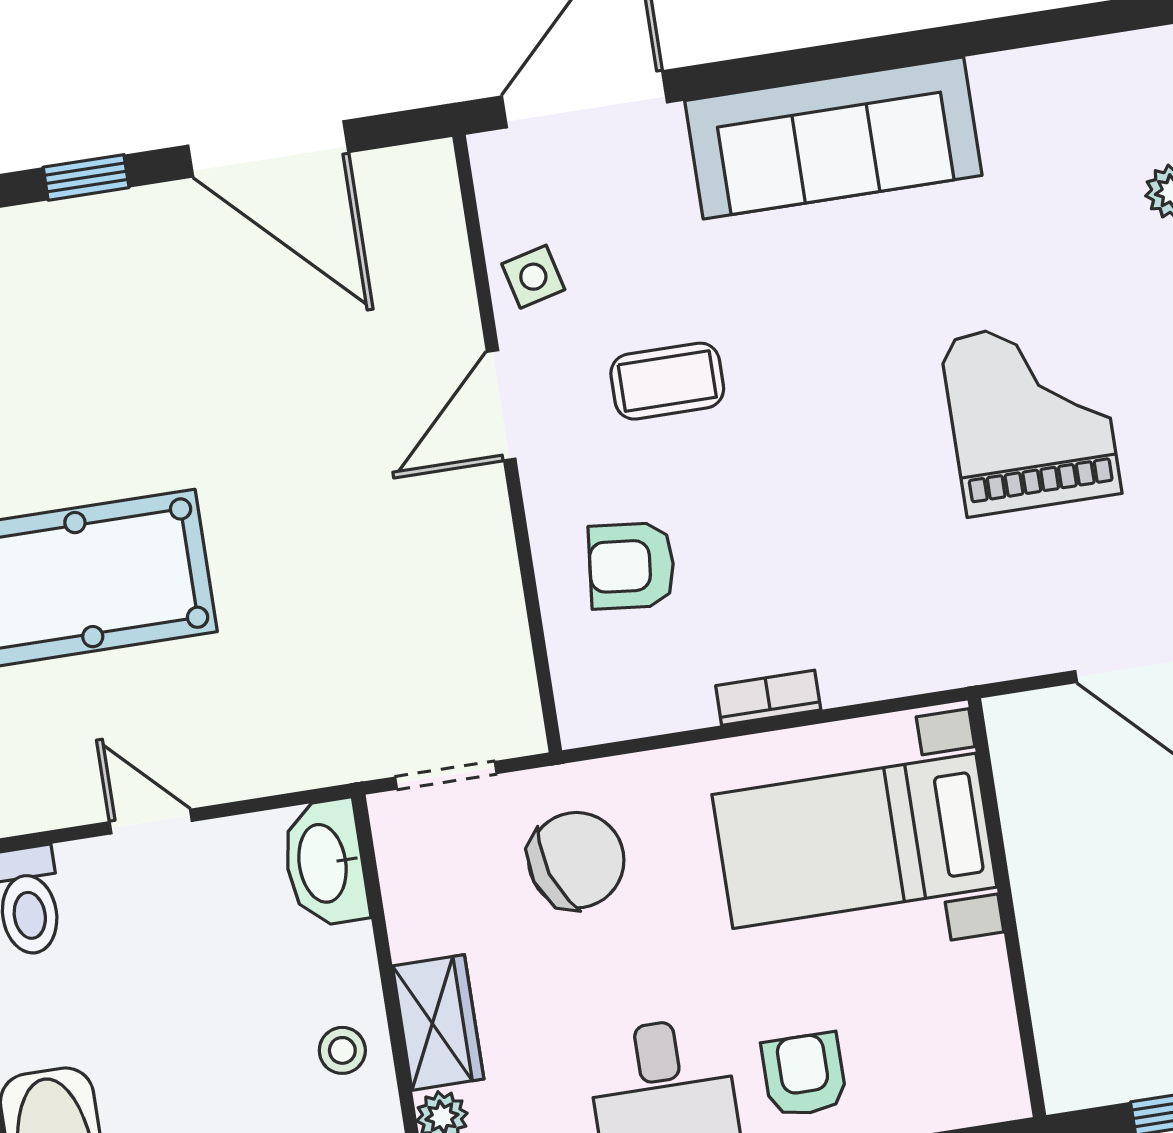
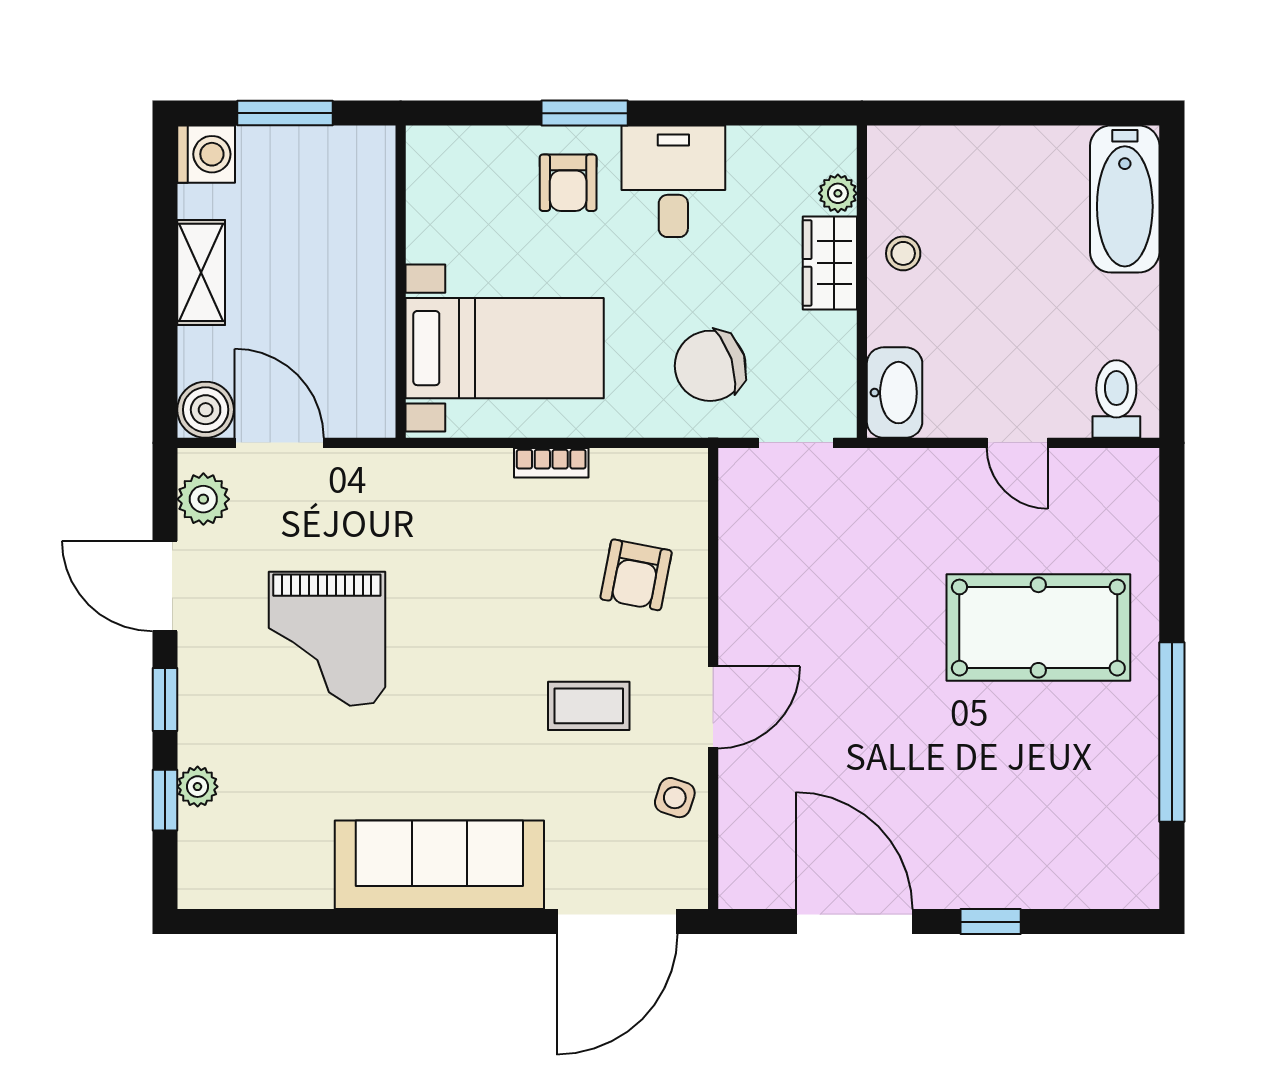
side table: (533, 277) -> (675, 798), turned 32
armchair: (632, 566) -> (636, 575), turned 95

